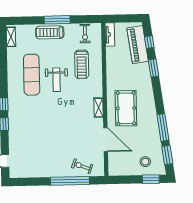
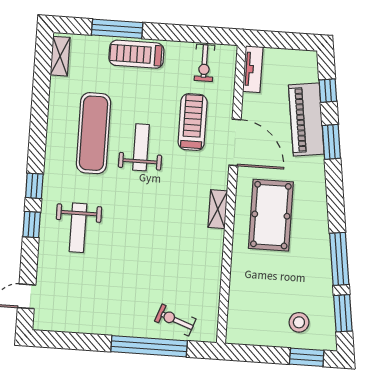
window: (57, 20) -> (117, 29), moved
piano: (138, 45) -> (306, 120), moved
treadmill: (82, 64) -> (193, 122), turned 180
weight bench: (56, 80) -> (141, 147), turned 180
weight bench: (28, 124) -> (78, 228), added
door: (106, 140) -> (235, 142), moved

